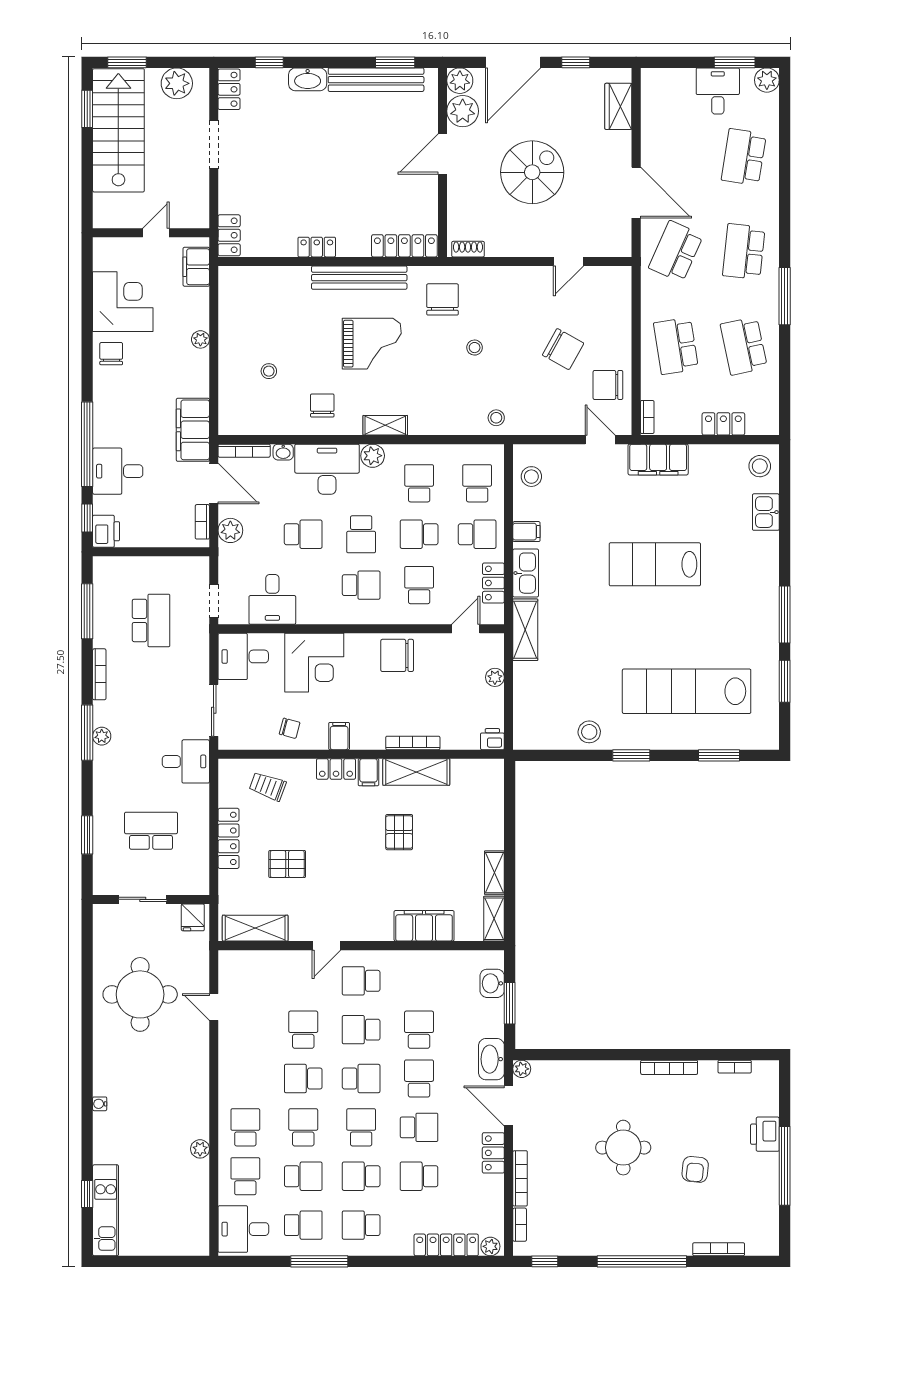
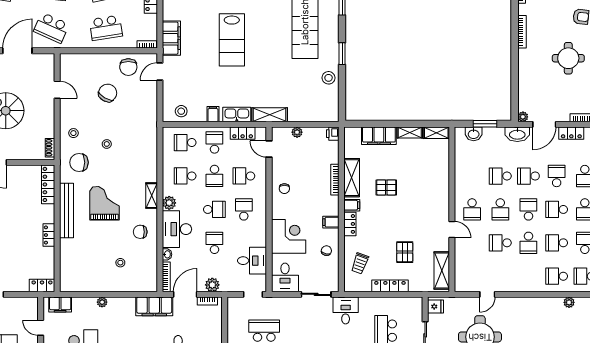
stool: (496, 418) -> (73, 133), moved
chair: (397, 655) -> (284, 189), width x0.54, depth x0.54
filing cabinet: (424, 926) -> (379, 136), moved, turned -90

